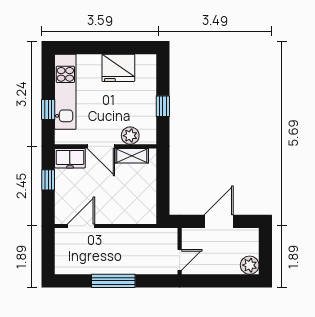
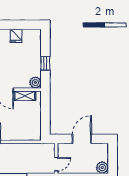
fridge: (118, 68) -> (16, 36), width x0.53, depth x0.75
plant: (130, 136) -> (35, 83), moved

